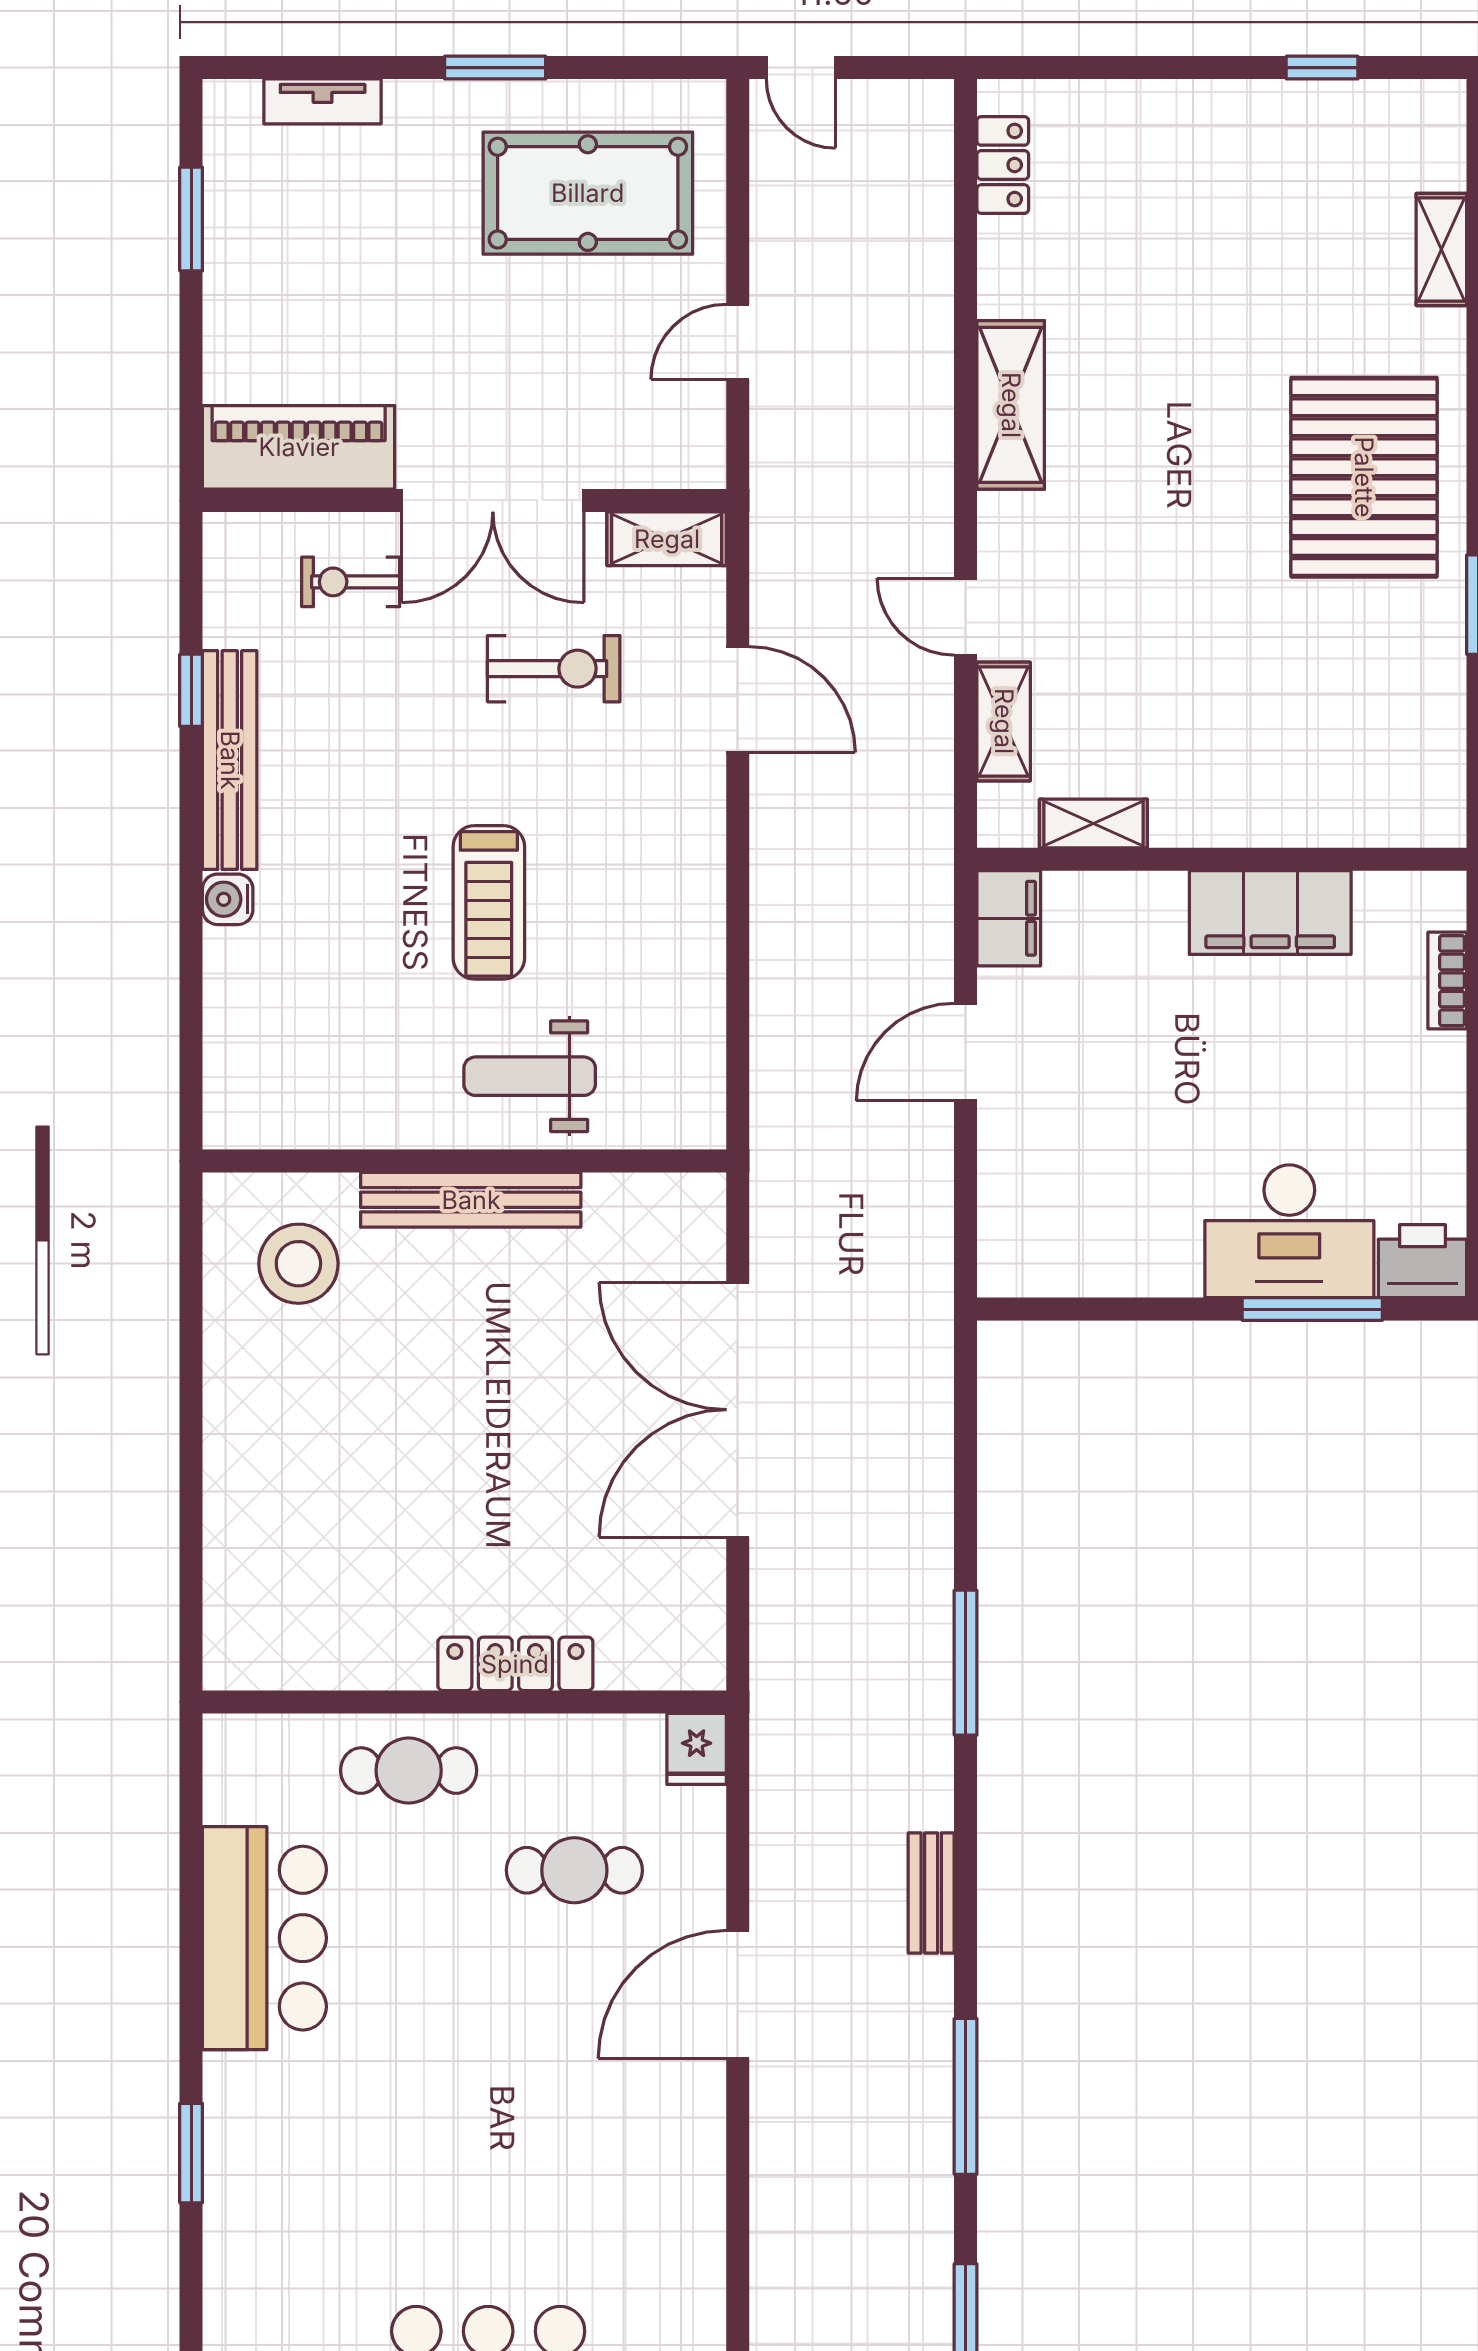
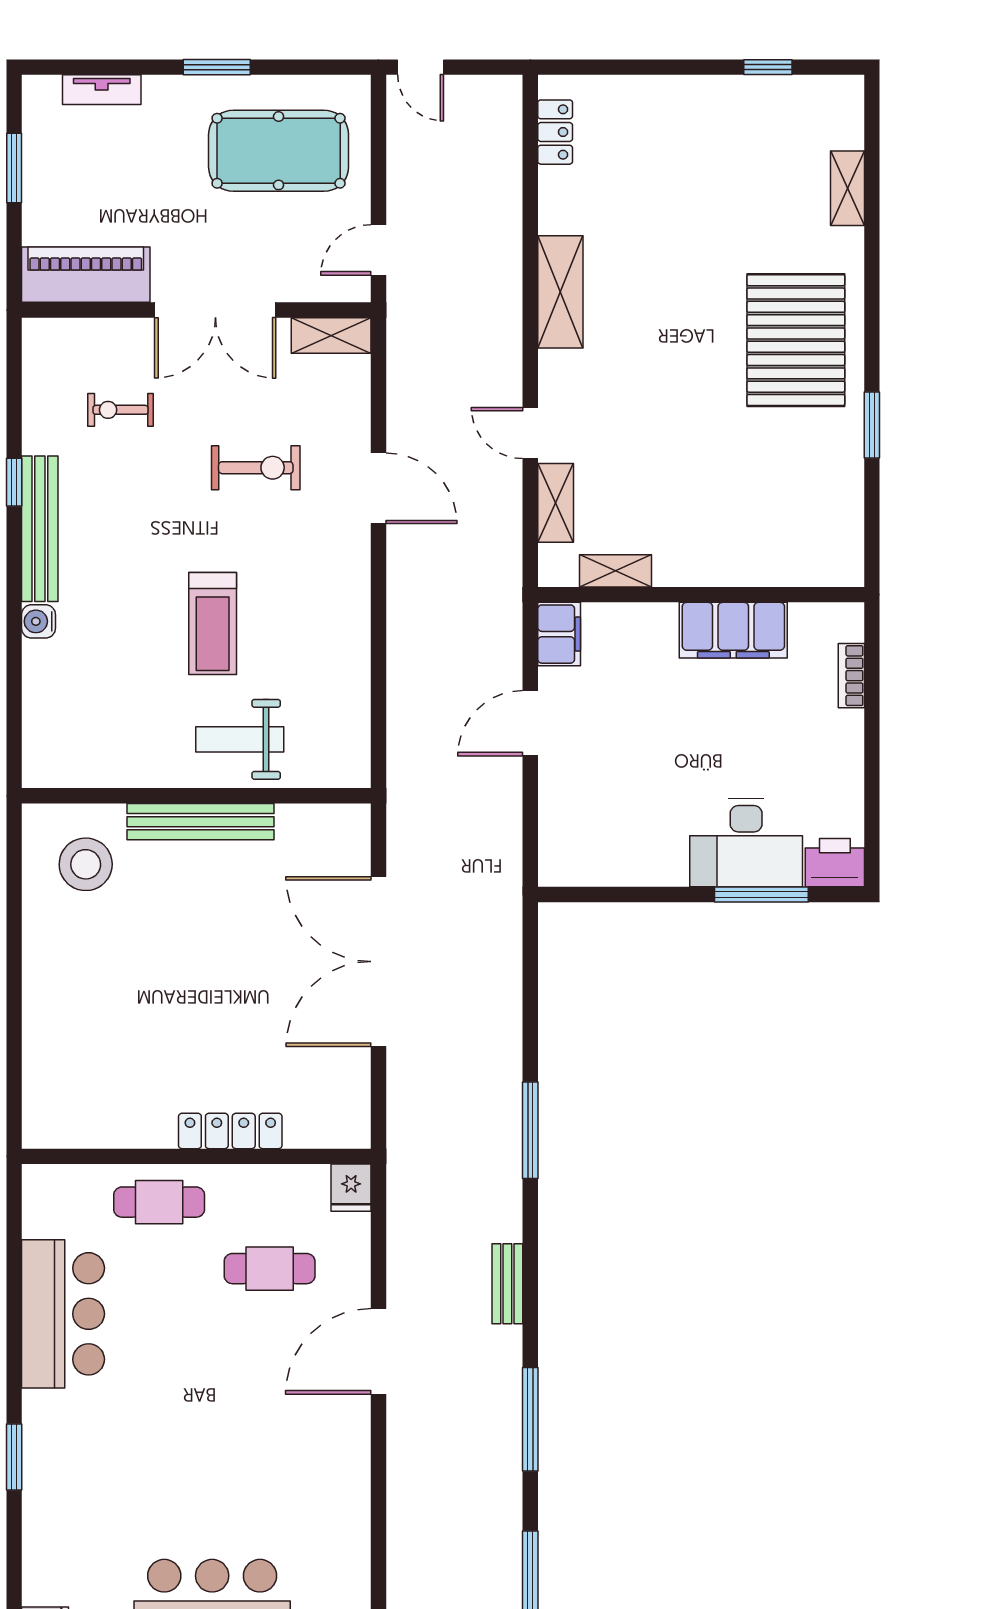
piano: (299, 447) -> (86, 275), moved
wall: (464, 500) -> (196, 310), moved
double door: (493, 500) -> (215, 310), moved
shelving: (667, 539) -> (331, 336), moved

